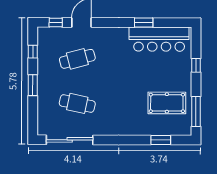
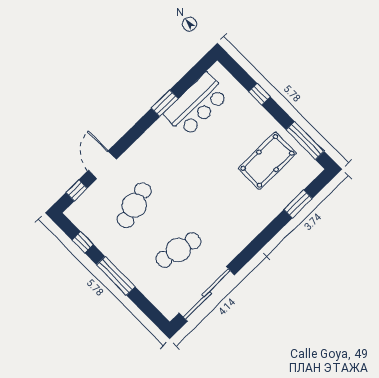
bar counter: (159, 39) -> (197, 105), width x0.73
window: (33, 85) -> (116, 276), width x1.44

